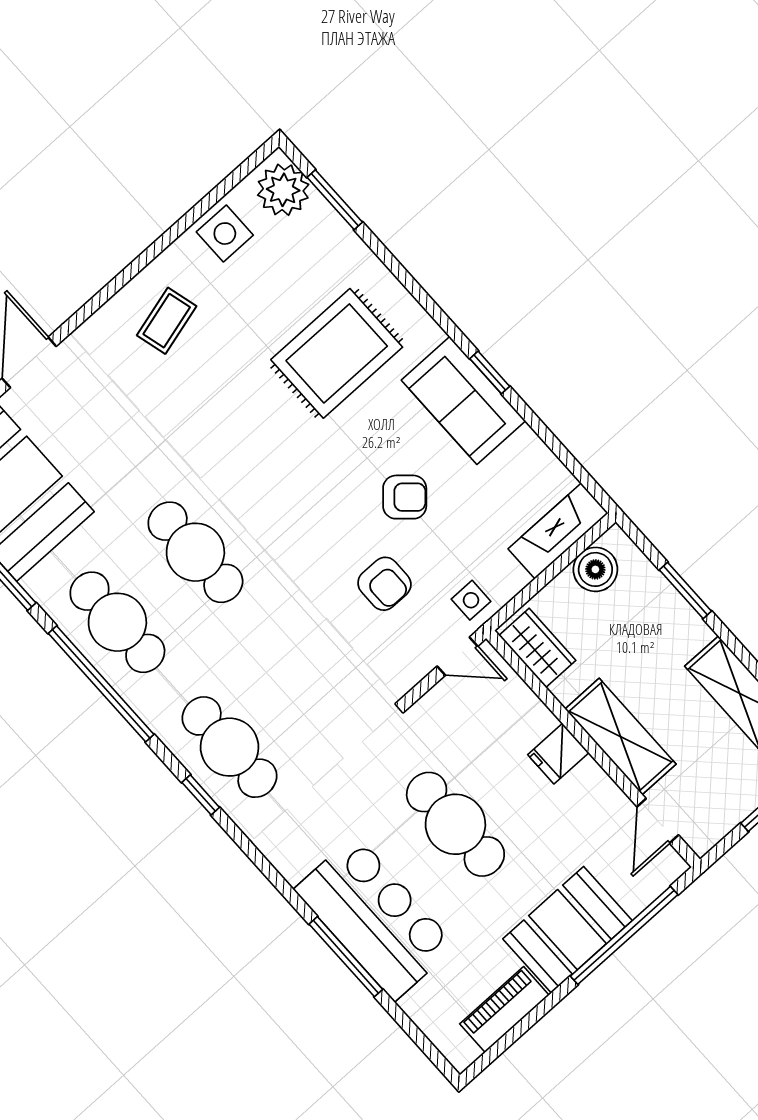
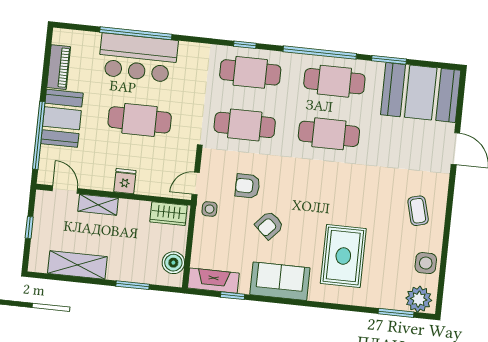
window: (490, 372) -> (233, 296), moved
fireplace: (558, 531) -> (213, 281), moved, turned -90
cafe table: (308, 677) -> (245, 125), added
shelving: (621, 737) -> (98, 205), width x0.67, depth x0.75
window: (346, 957) -> (136, 33), width x1.46

